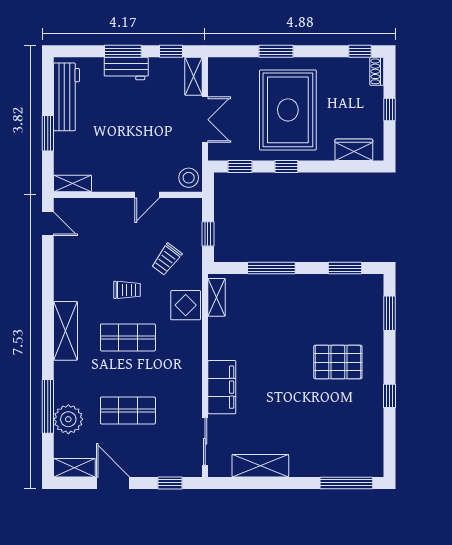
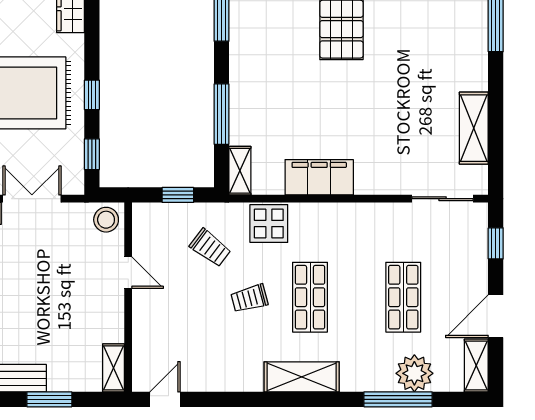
trolley: (127, 290) -> (249, 298), turned -105
shelving: (217, 297) -> (240, 171), moved, turned 90
filing cabinet: (222, 387) -> (319, 177), moved

